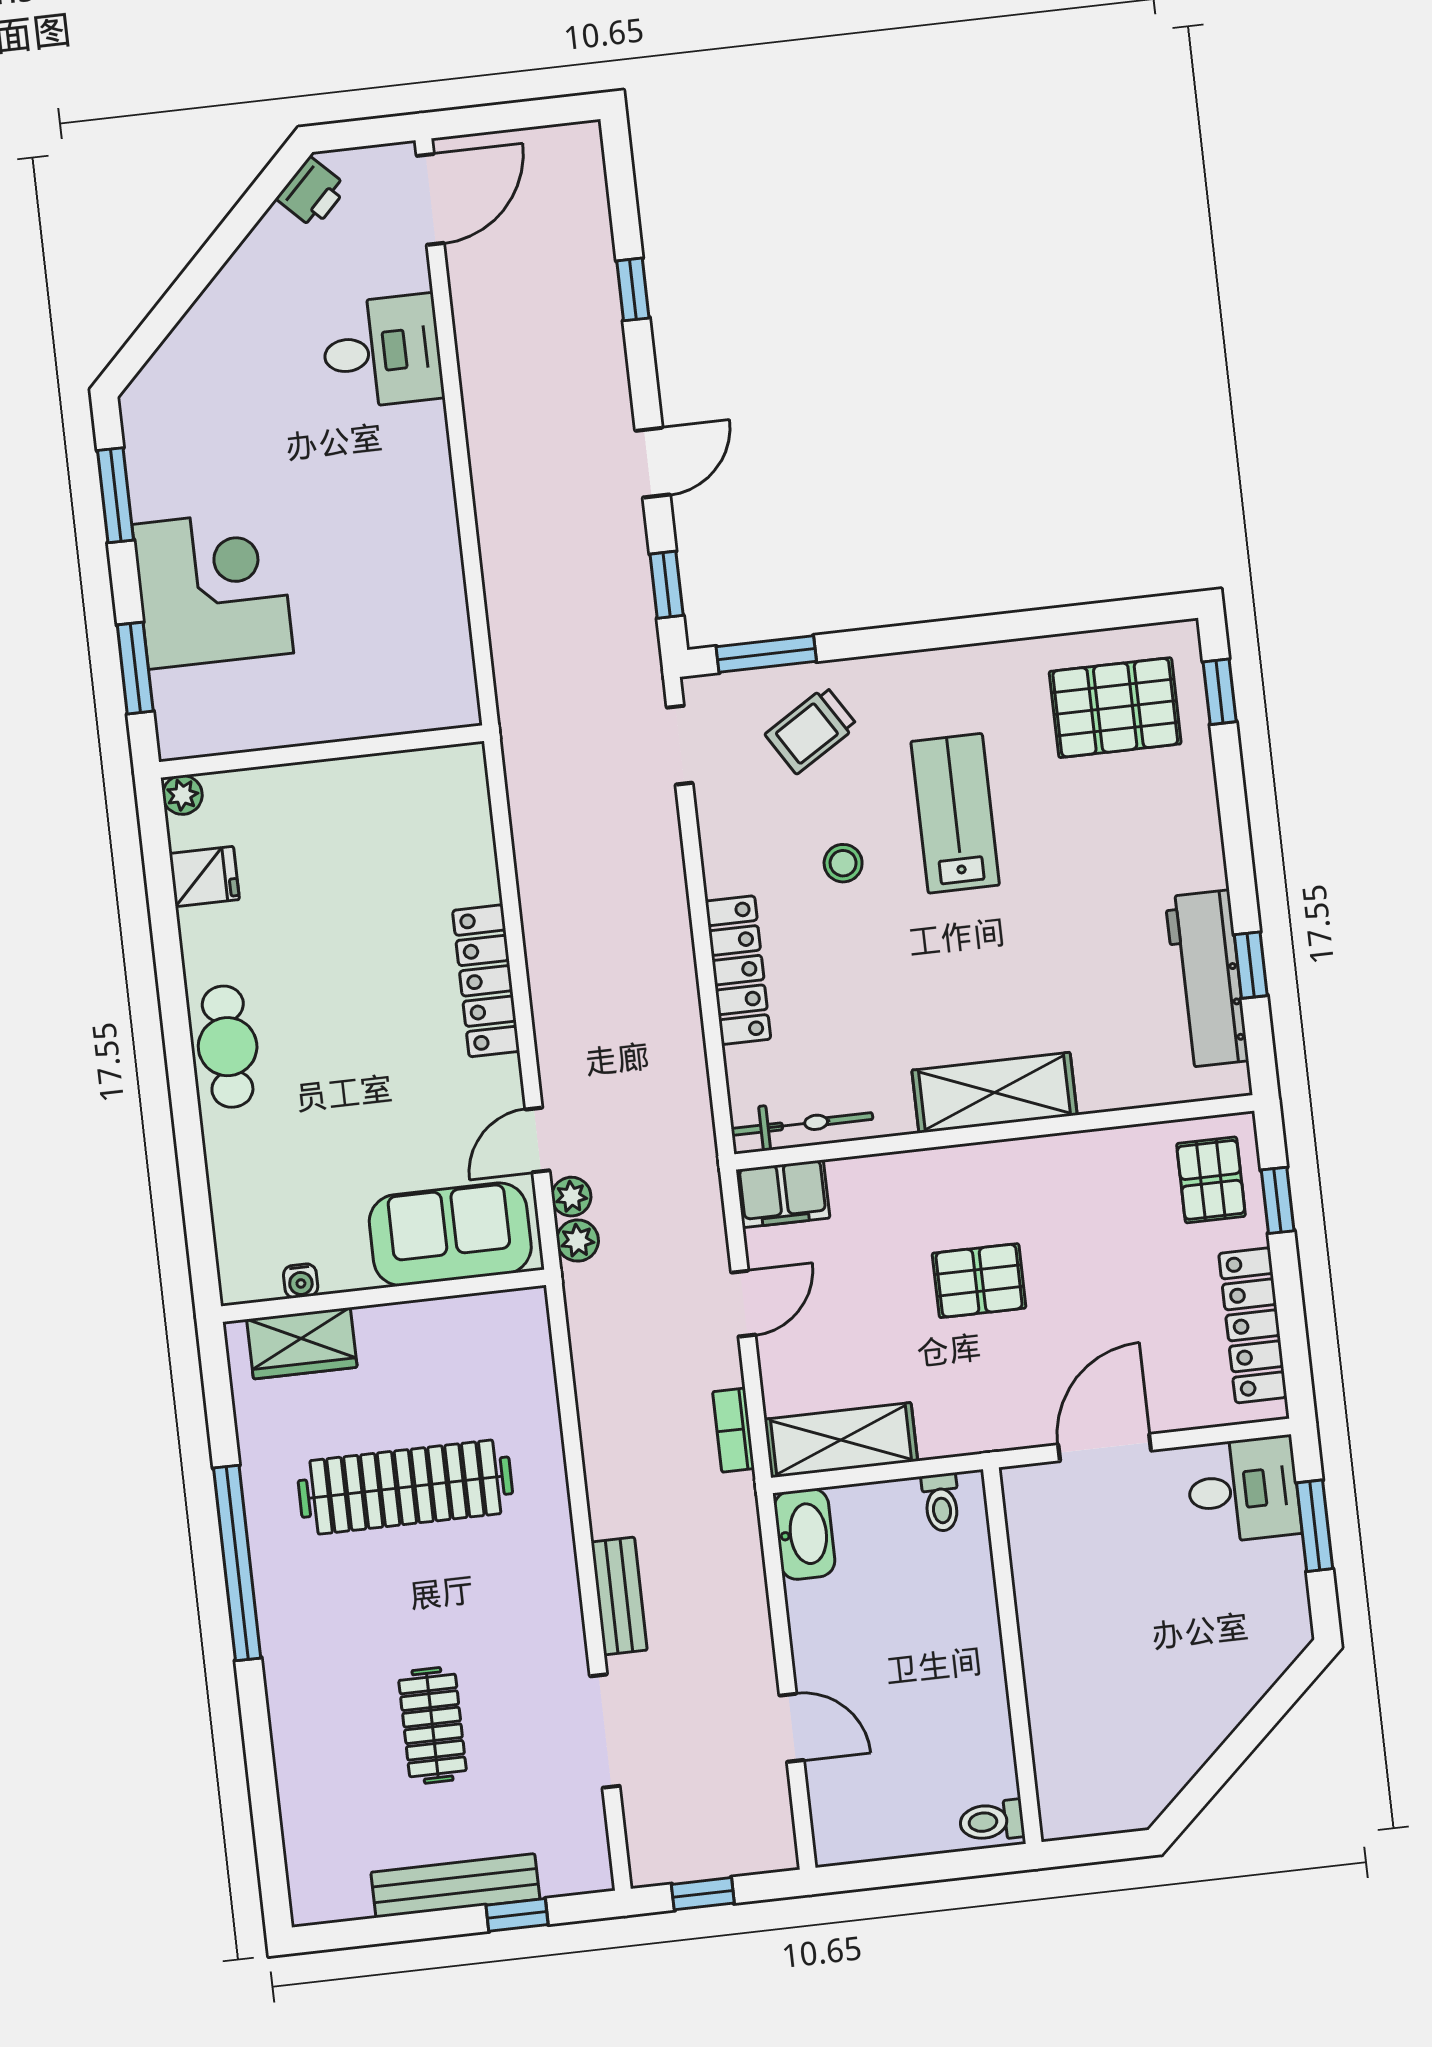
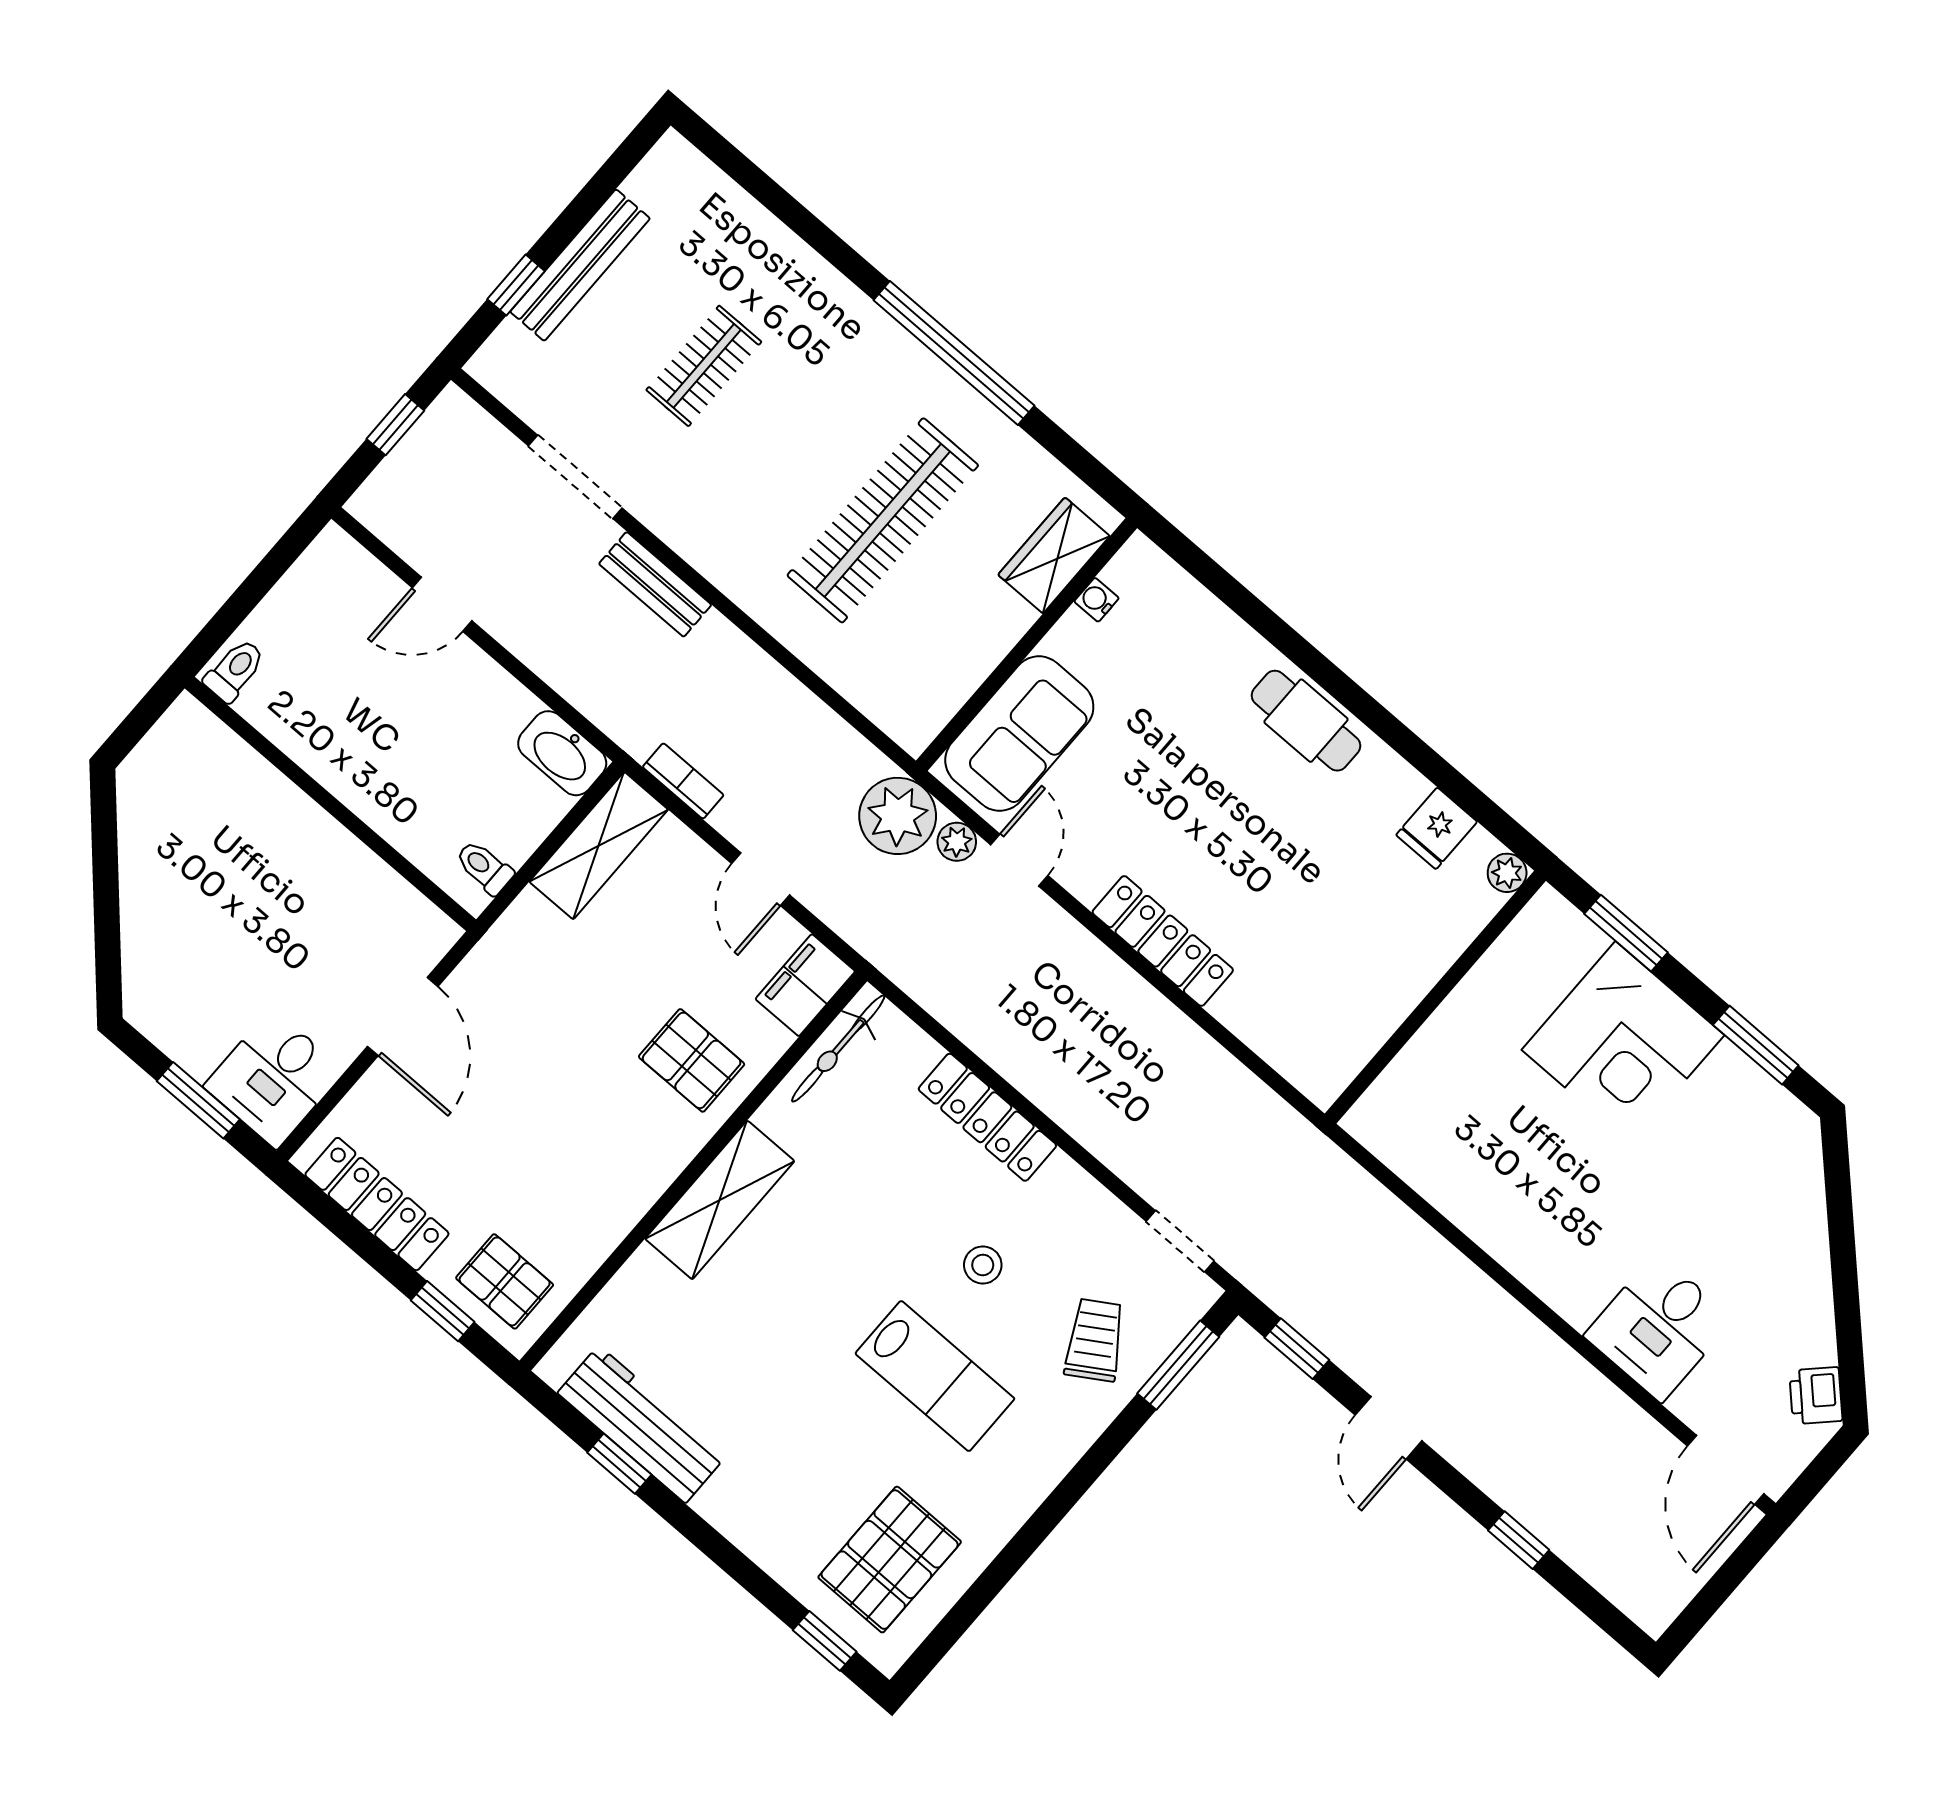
plant: (578, 1241) -> (898, 816), width x1.88, depth x1.88
pallet: (979, 1281) -> (692, 1060), moved, turned 90
clothes rail: (433, 1725) -> (704, 366), turned 90

